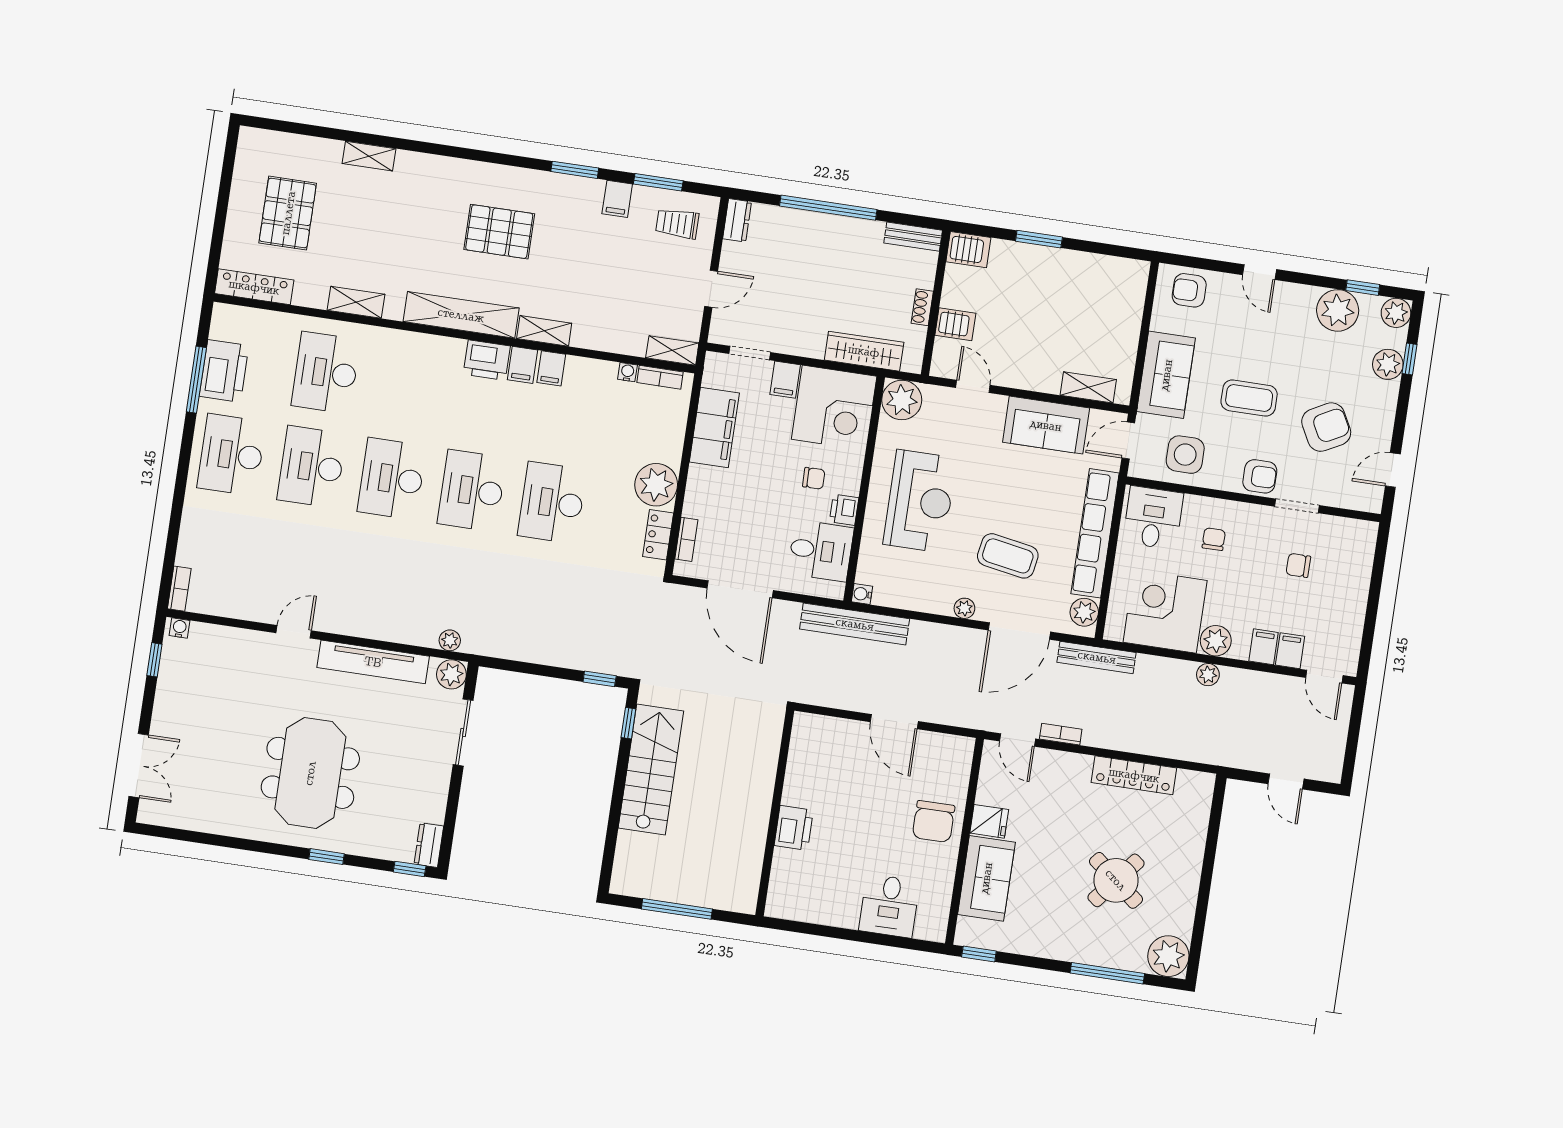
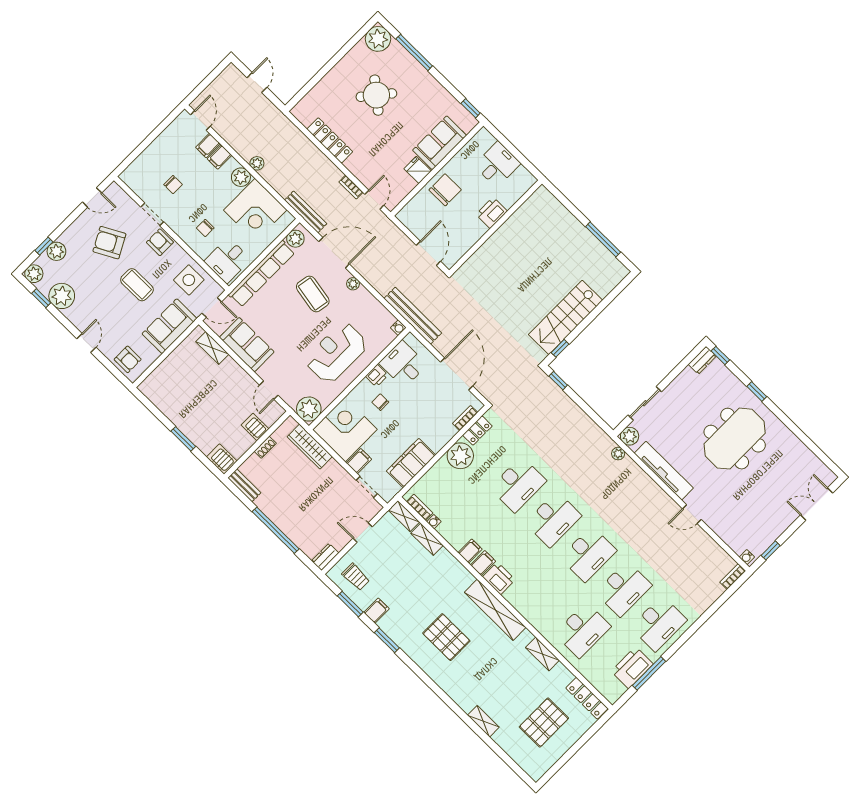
shelving: (544, 331) -> (427, 539), moved
wall: (775, 813) -> (496, 227), moved
printer: (794, 828) -> (492, 213), moved

